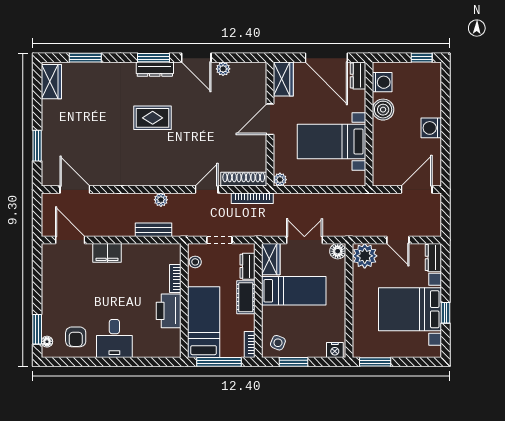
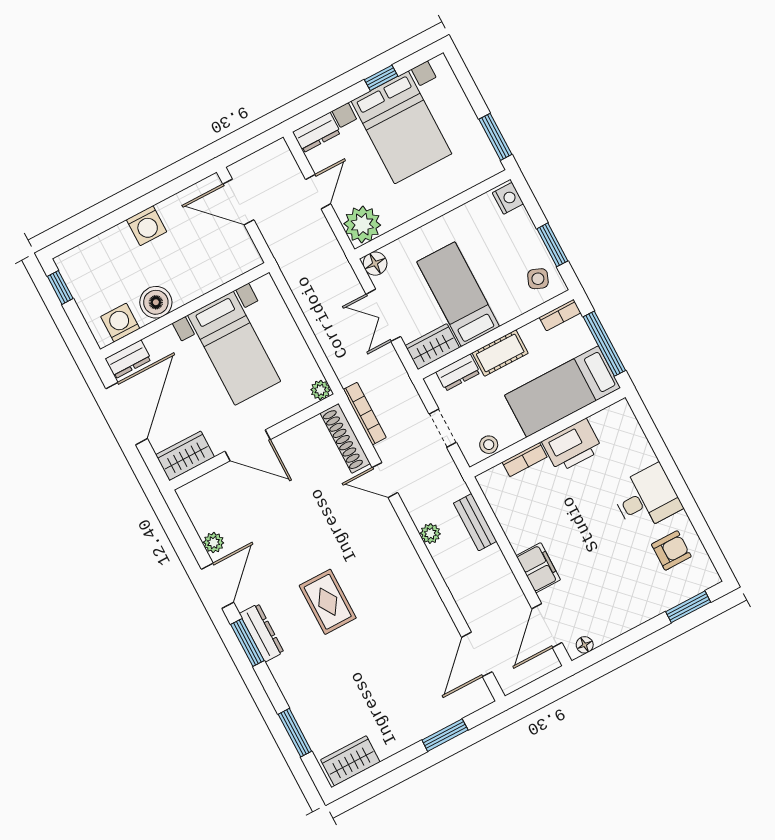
floor lamp: (47, 342) -> (585, 645), moved

